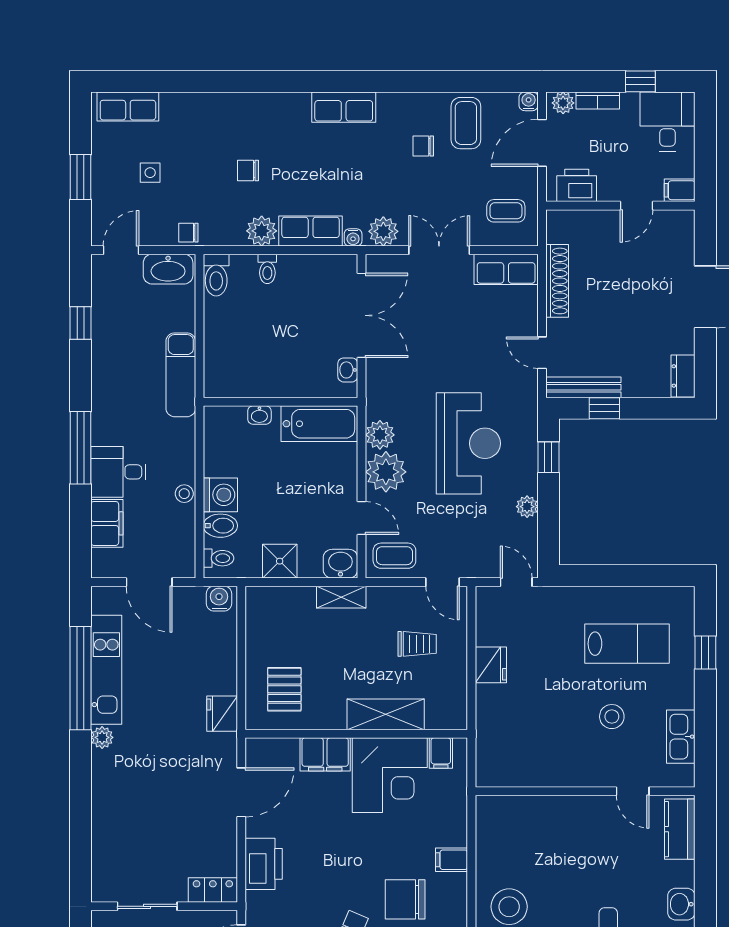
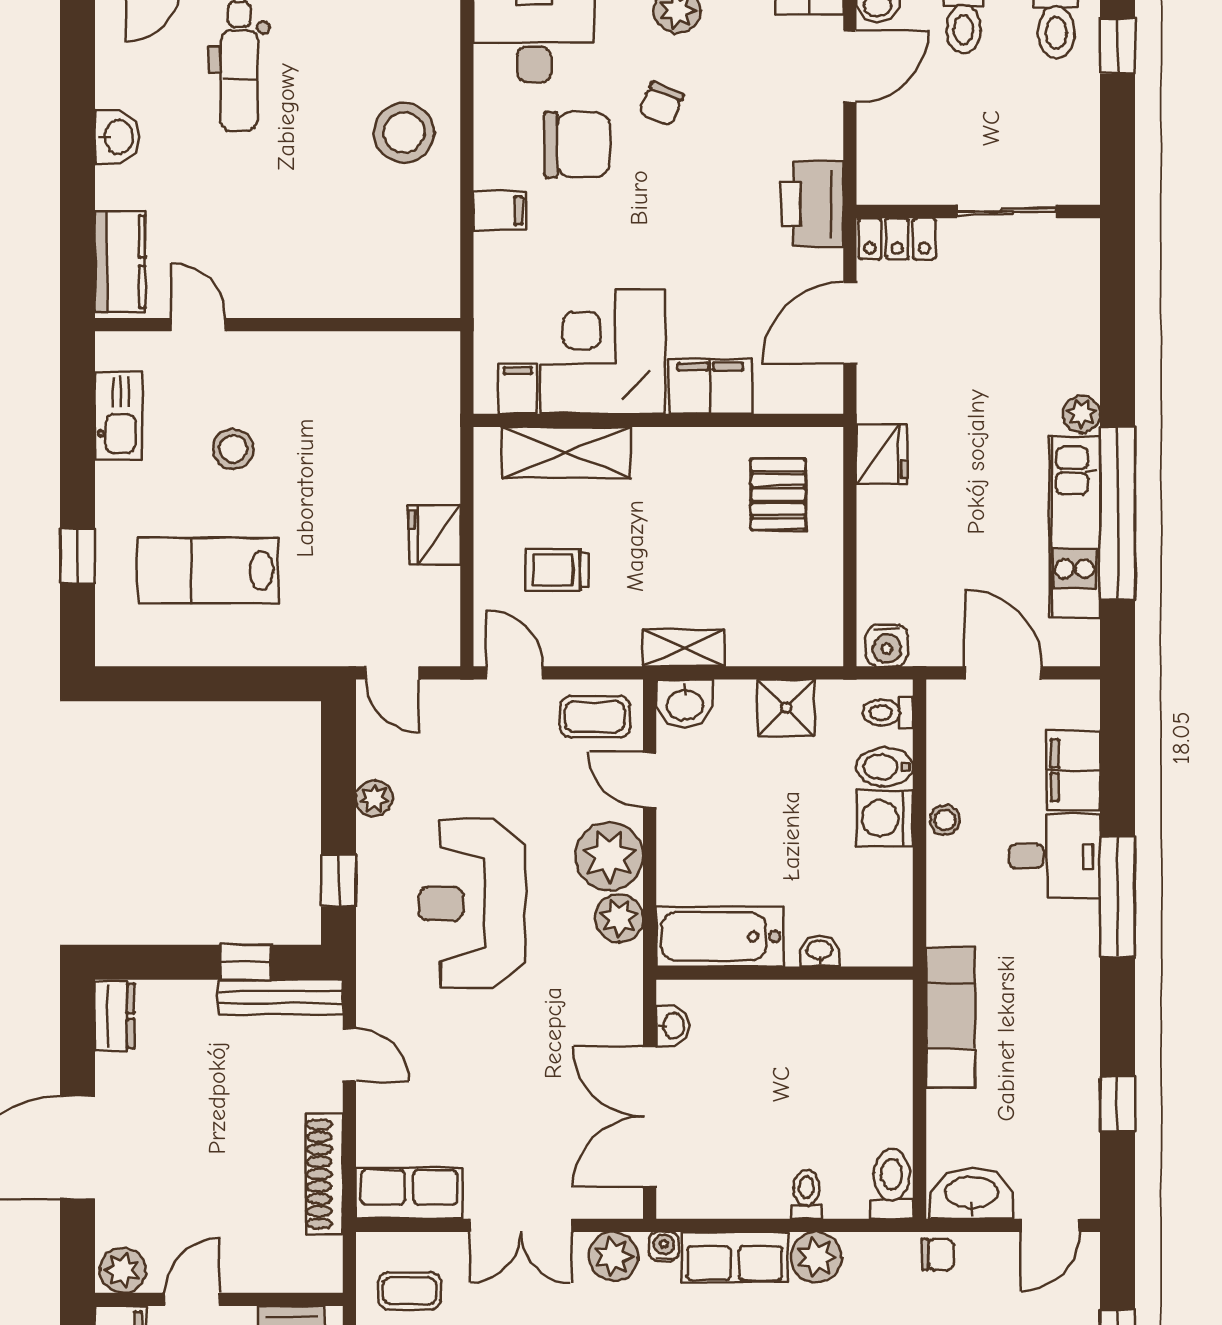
plant: (678, 223) -> (123, 1270), added
shelving: (386, 714) -> (566, 453), moved
locker: (213, 890) -> (897, 239), moved
sliding door: (147, 906) -> (1007, 212), moved
wall: (164, 906) -> (978, 212), moved

